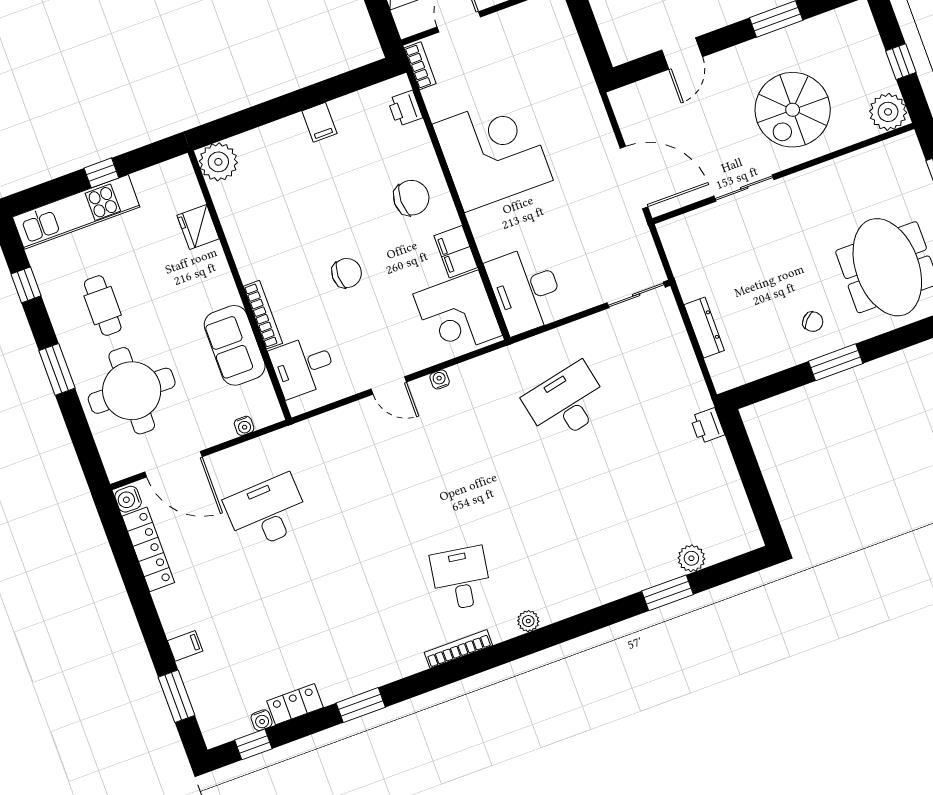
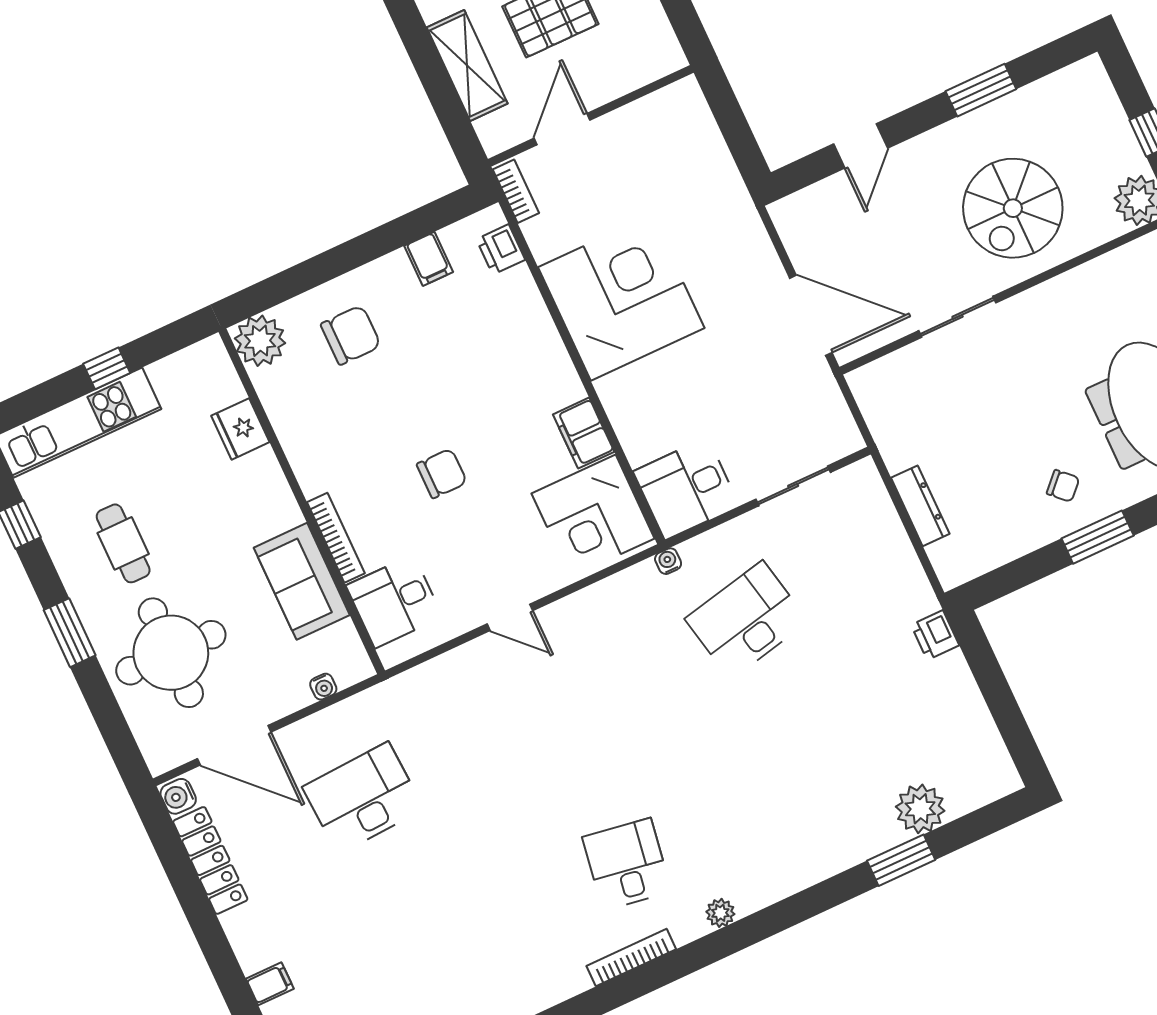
filing cabinet: (319, 122) -> (429, 259), moved
chair: (411, 198) -> (351, 335), moved
desk: (526, 290) -> (686, 489), width x0.73
sliding door: (636, 295) -> (793, 486), moved
water cooler: (440, 379) -> (668, 561), moved
plant: (691, 558) -> (920, 809), width x1.36, depth x1.36

